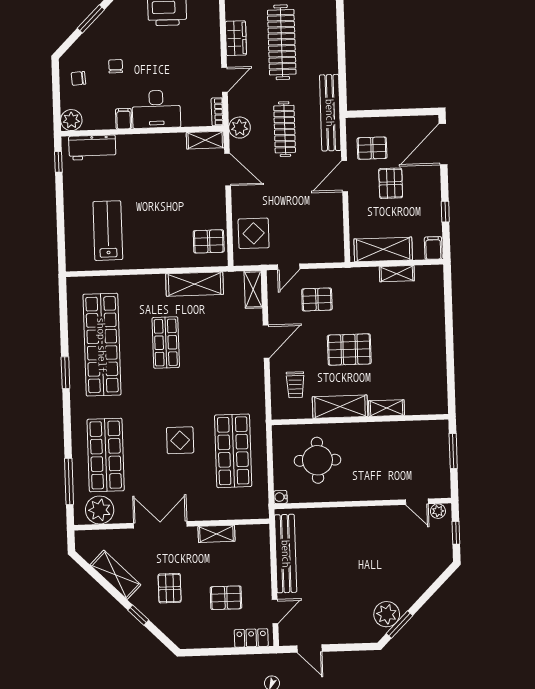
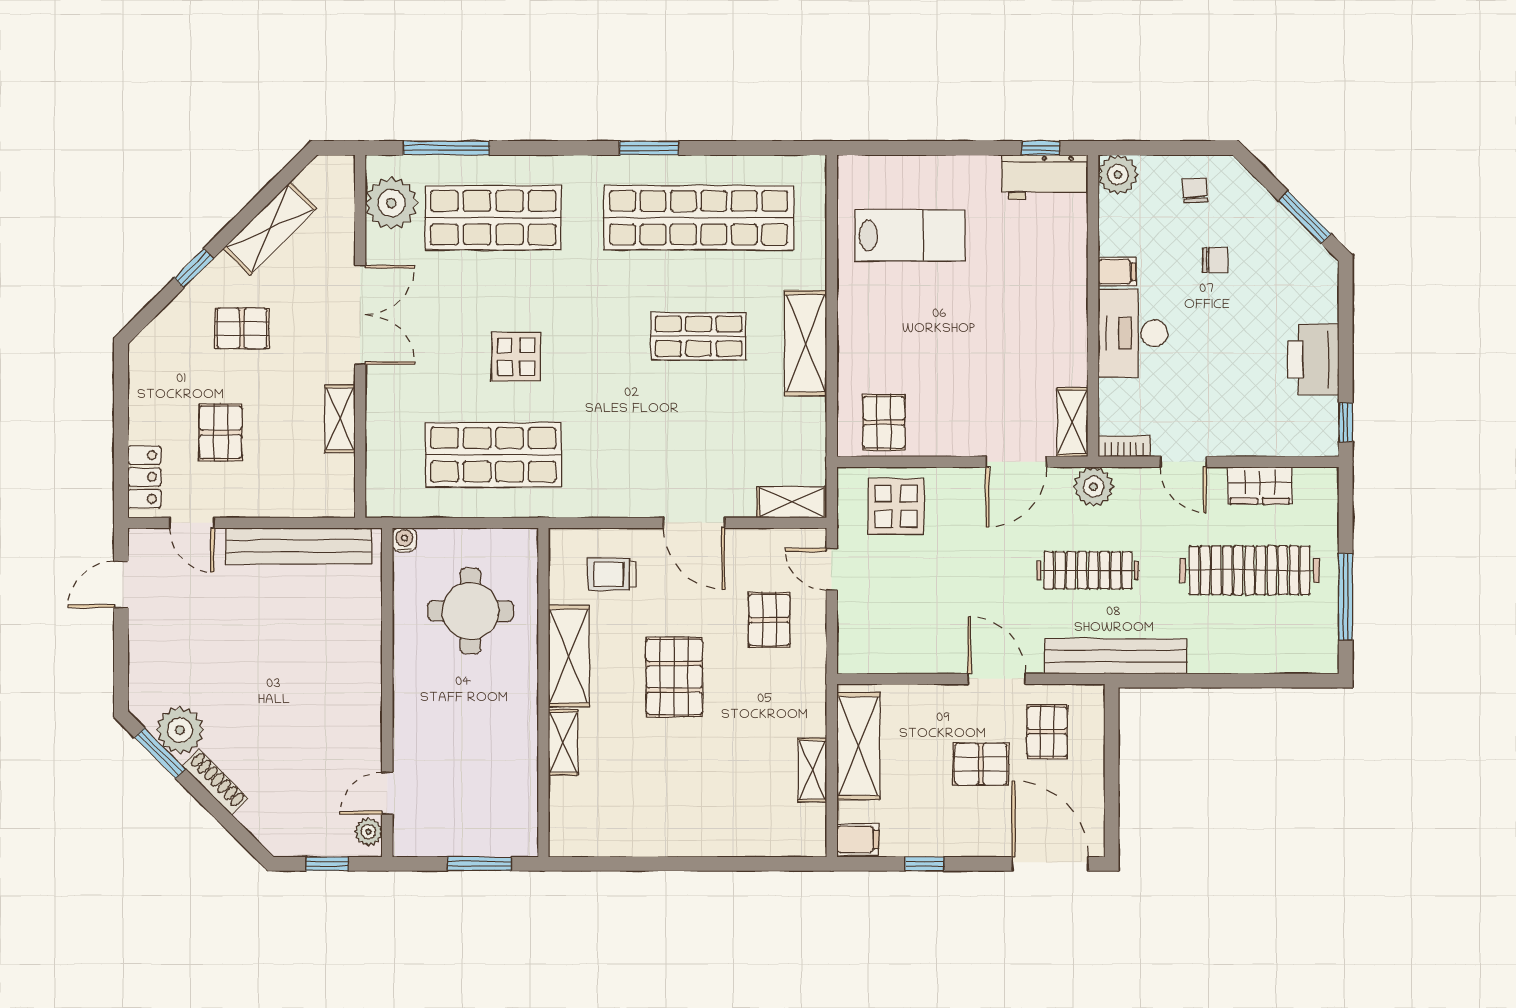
workbench: (92, 148) -> (1045, 177), moved, turned -90
shelving: (195, 284) -> (805, 343), moved
shoe rack: (414, 594) -> (215, 782), added

